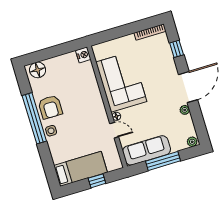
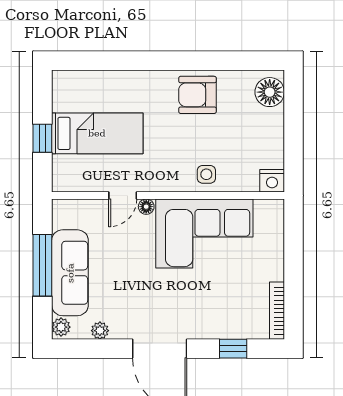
plant: (185, 110) -> (100, 331), moved
window: (34, 118) -> (186, 61), removed
side table: (51, 131) -> (206, 174), moved
sofa: (147, 150) -> (70, 273), moved
bed: (81, 169) -> (97, 133), moved, turned -90

